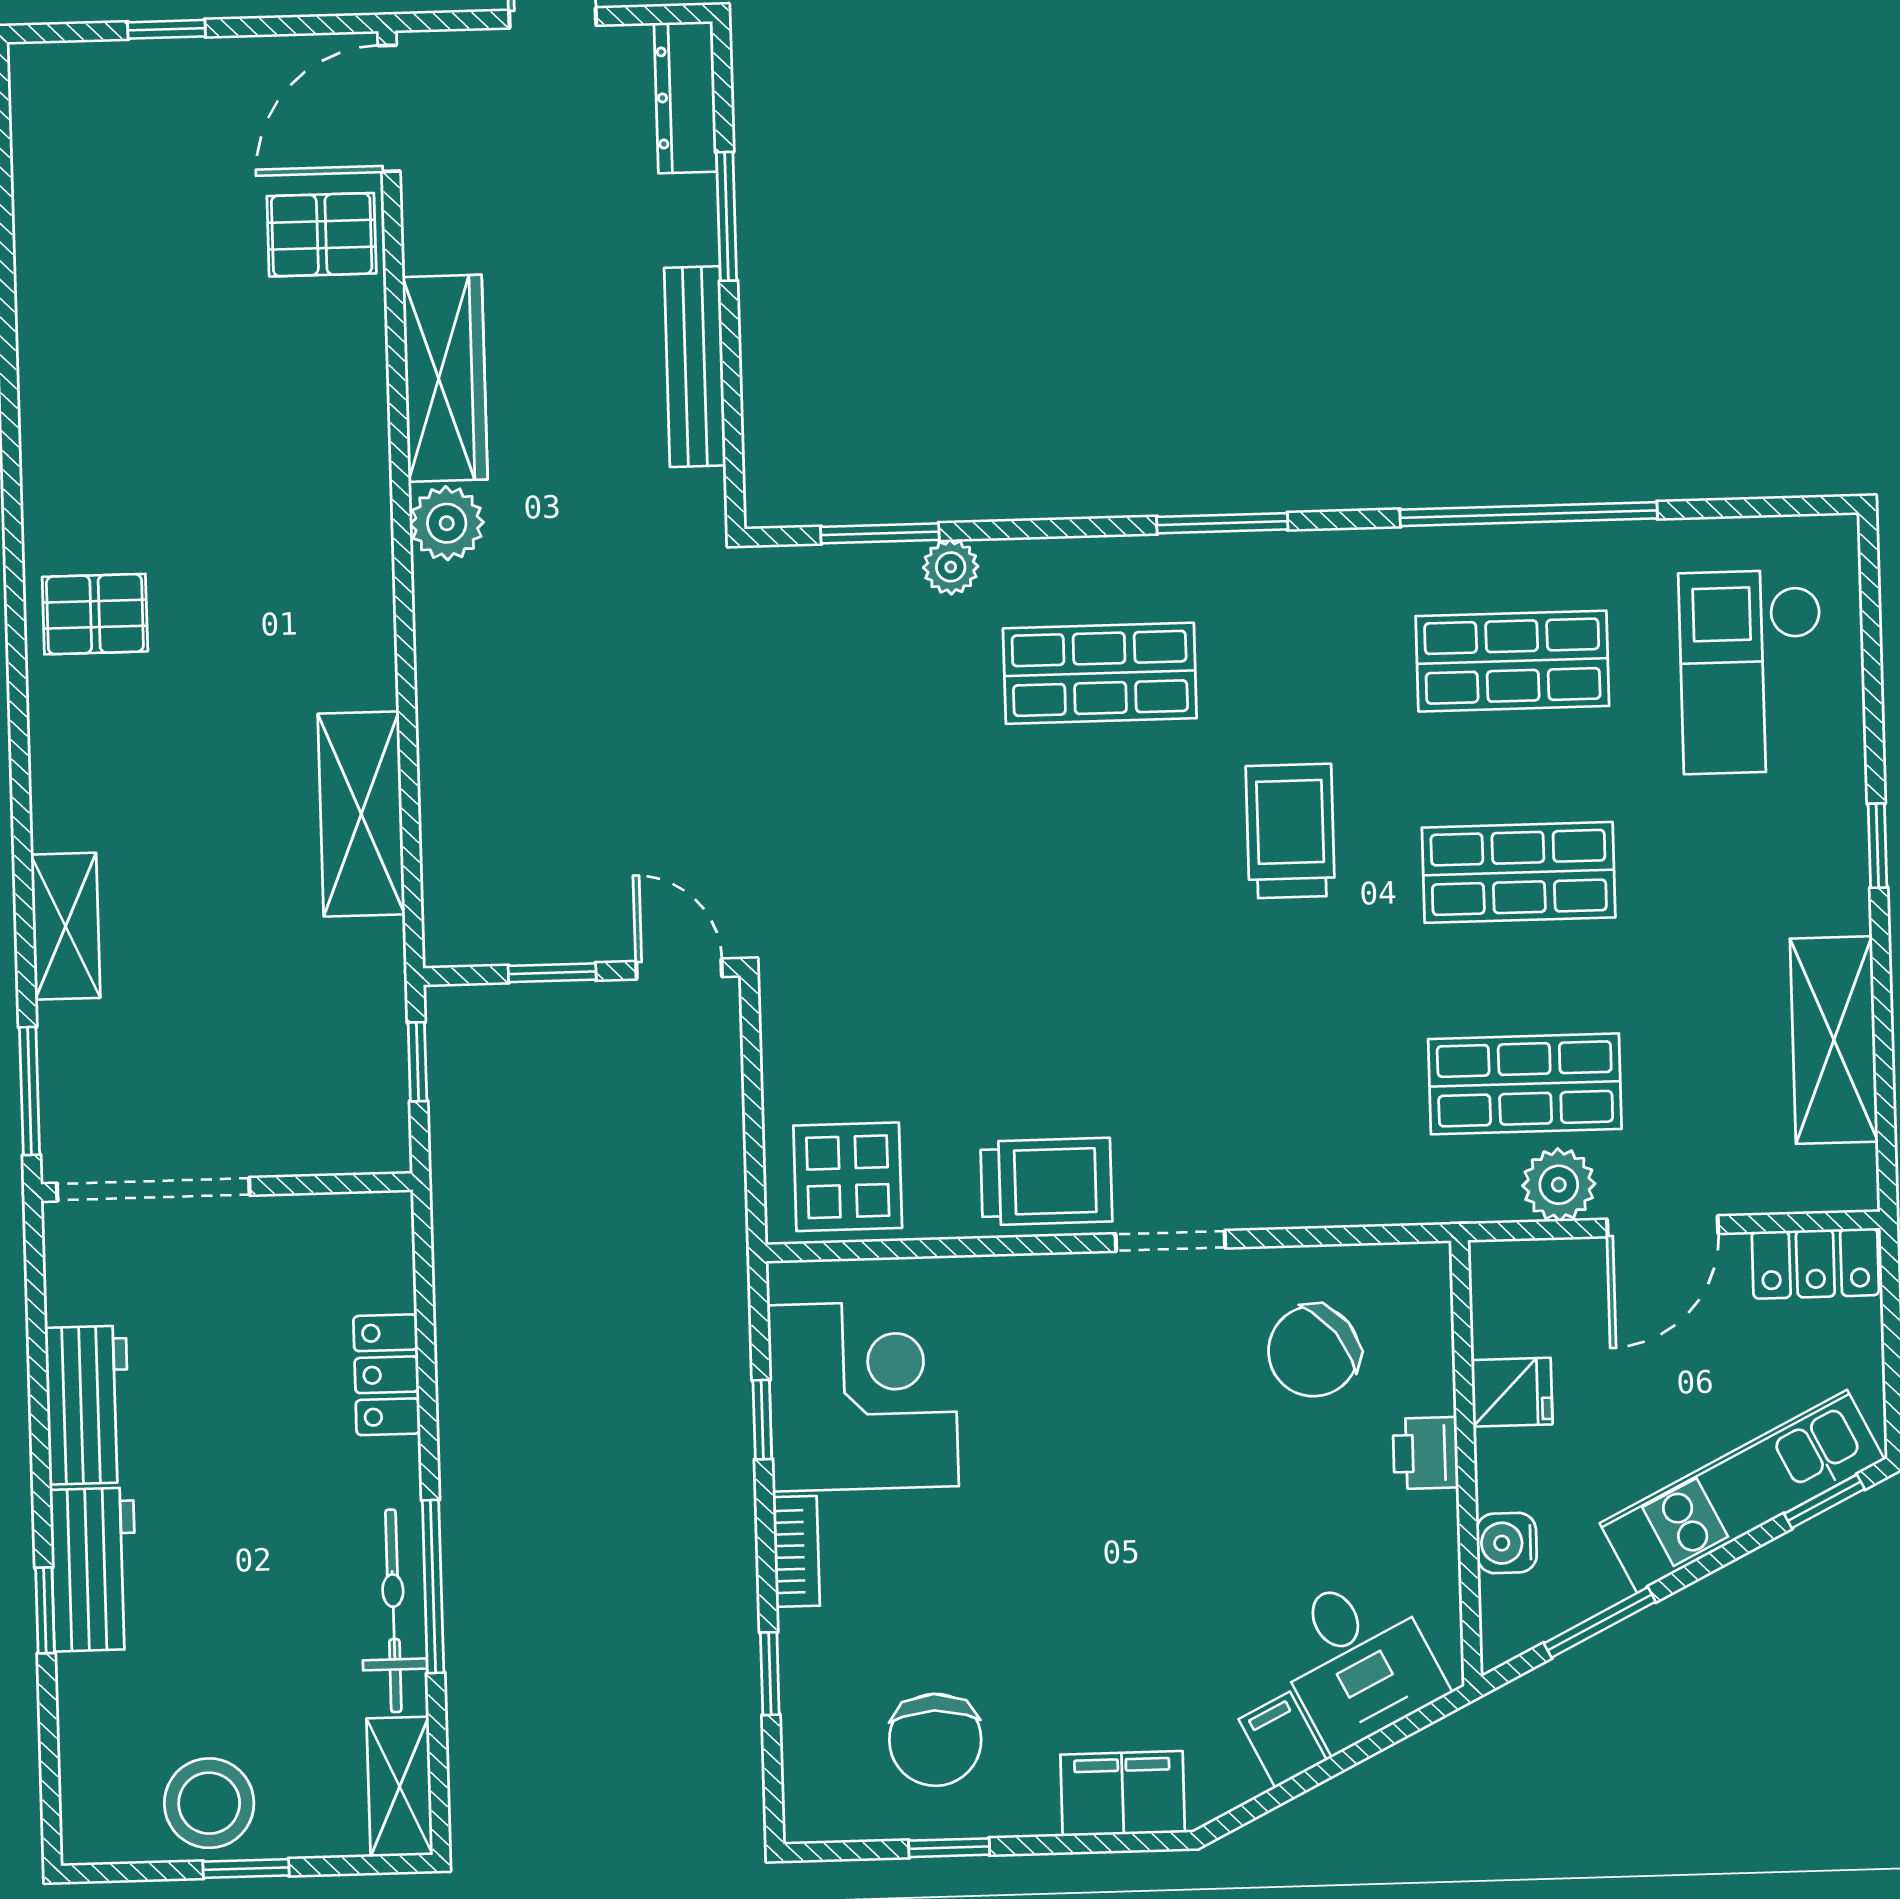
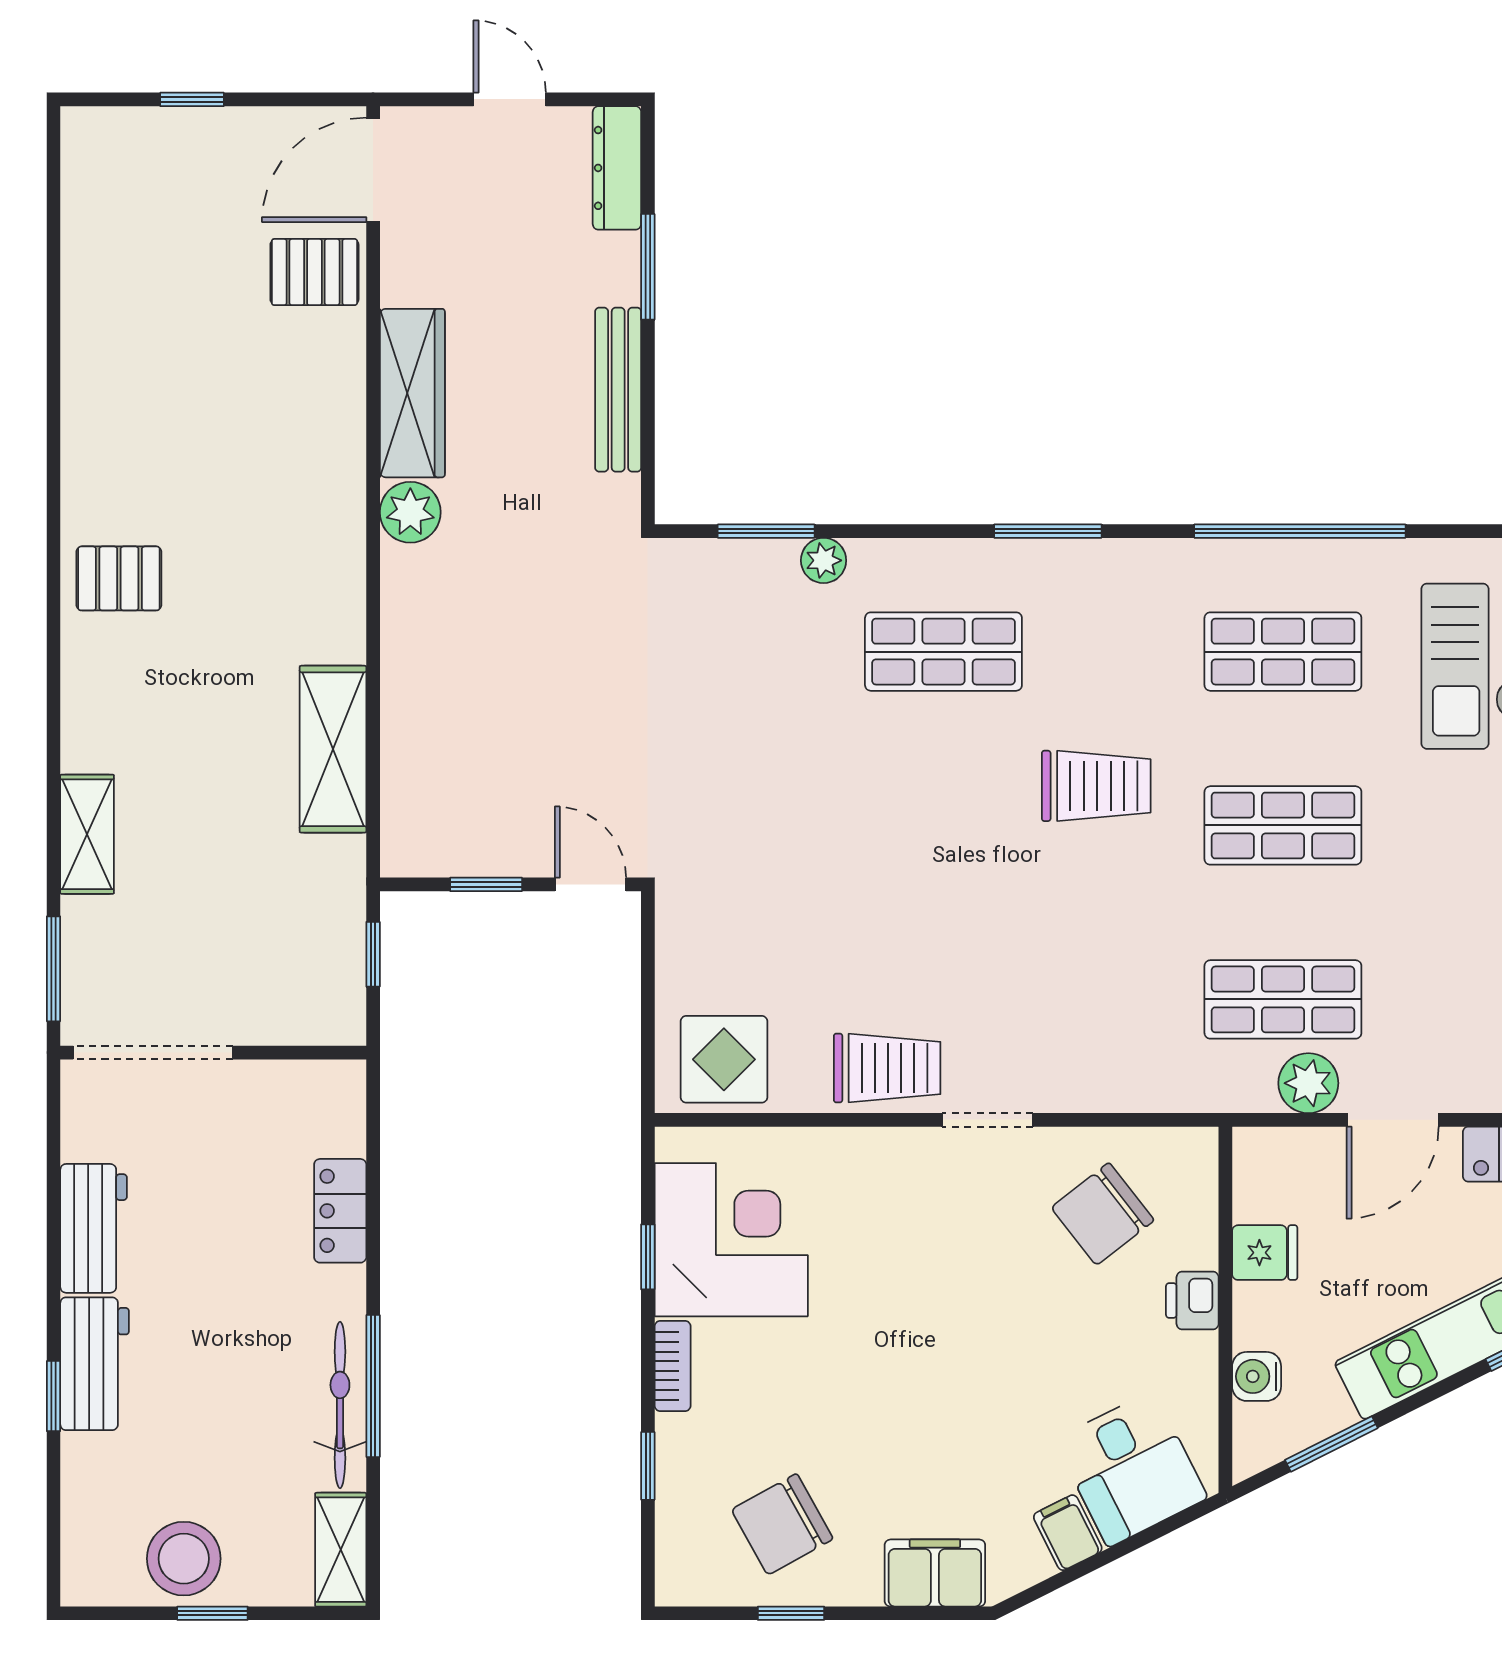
trolley: (1290, 831) -> (1096, 786), turned 90
chair: (935, 1740) -> (782, 1524), turned 61

